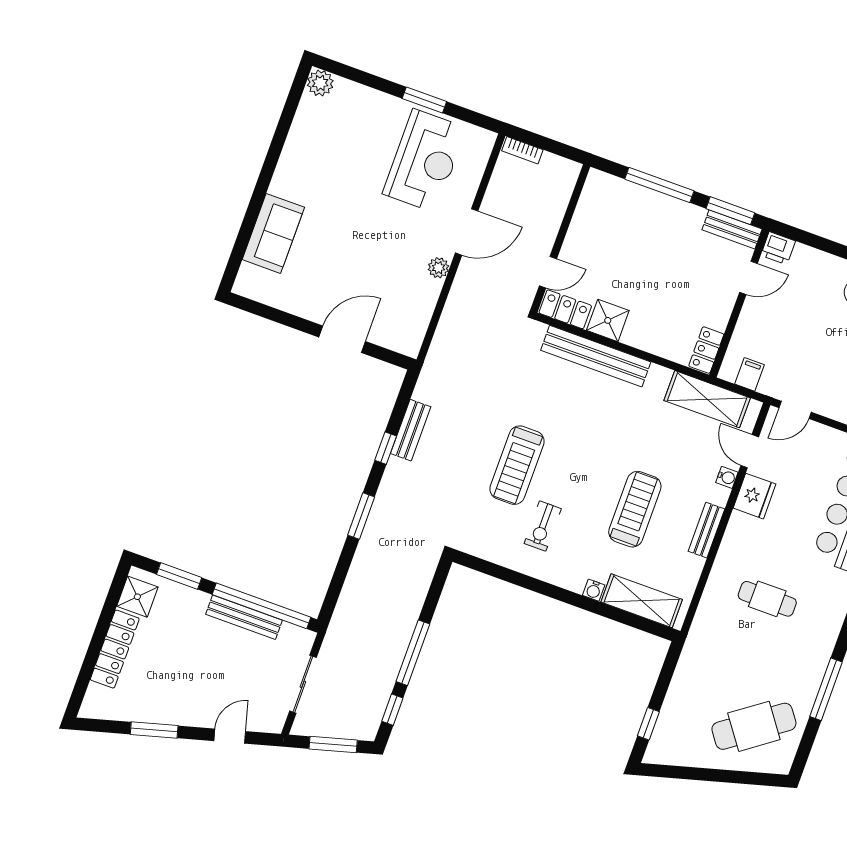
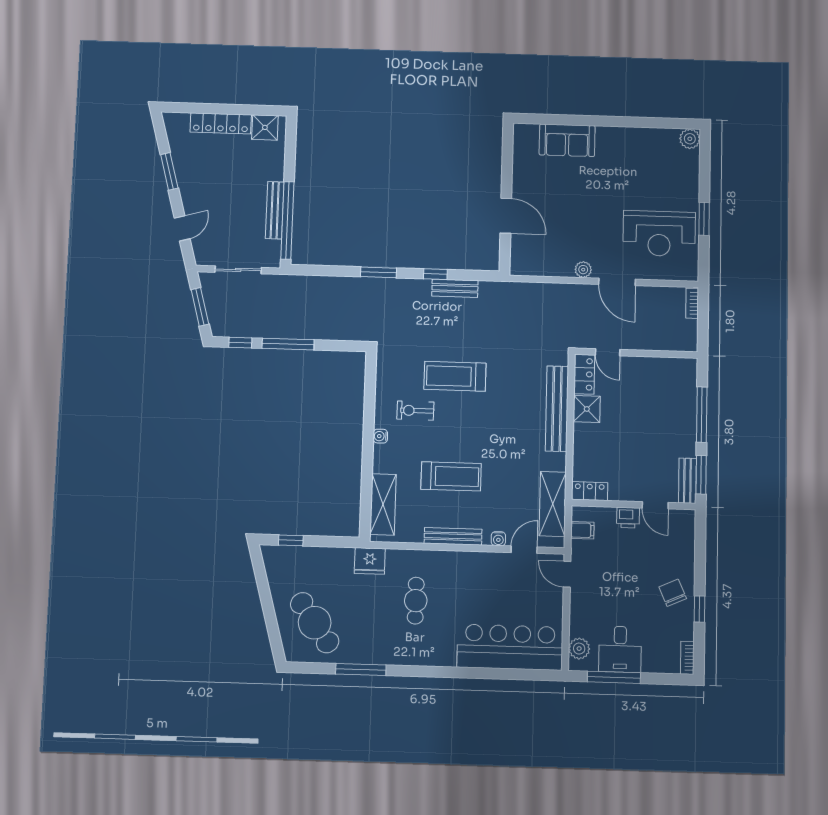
printer: (778, 248) -> (628, 518), moved, turned -90
fridge: (754, 496) -> (370, 561), moved
bench: (706, 530) -> (453, 536), width x1.36
window: (179, 576) -> (290, 153), removed
water cooler: (594, 590) -> (380, 436), moved
door: (230, 736) -> (182, 228), hinge flipped

